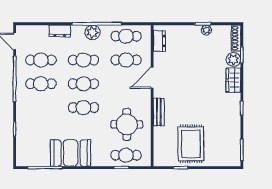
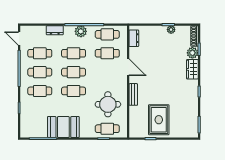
door: (152, 78) -> (128, 67), swing flipped
cafe table: (41, 108) -> (40, 91), added

